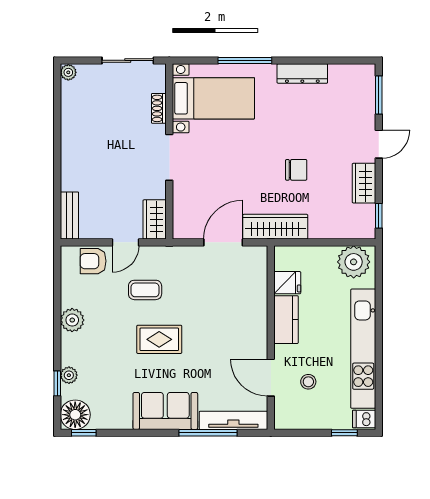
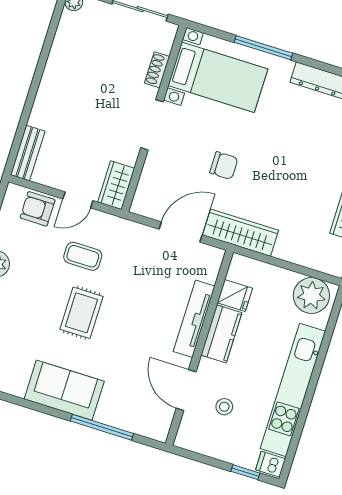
chair: (296, 170) -> (224, 166), moved
rug: (159, 339) -> (81, 313), turned 90
tv unit: (233, 420) -> (194, 319), moved, turned -90

